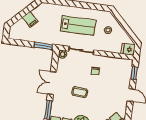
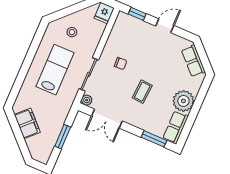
filing cabinet: (30, 19) -> (27, 123), width x2.00
window: (43, 46) -> (63, 137), moved
double door: (52, 83) -> (107, 119), moved

